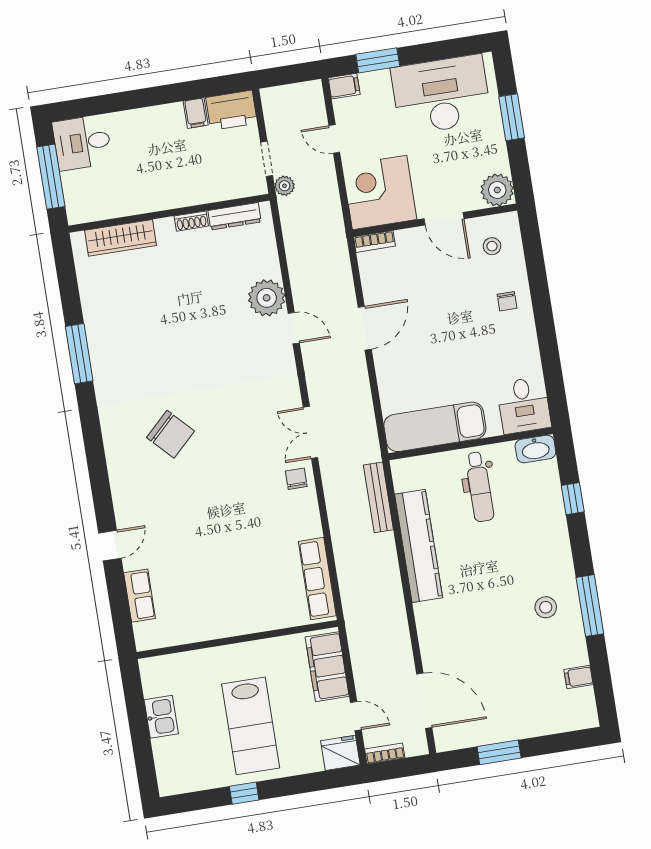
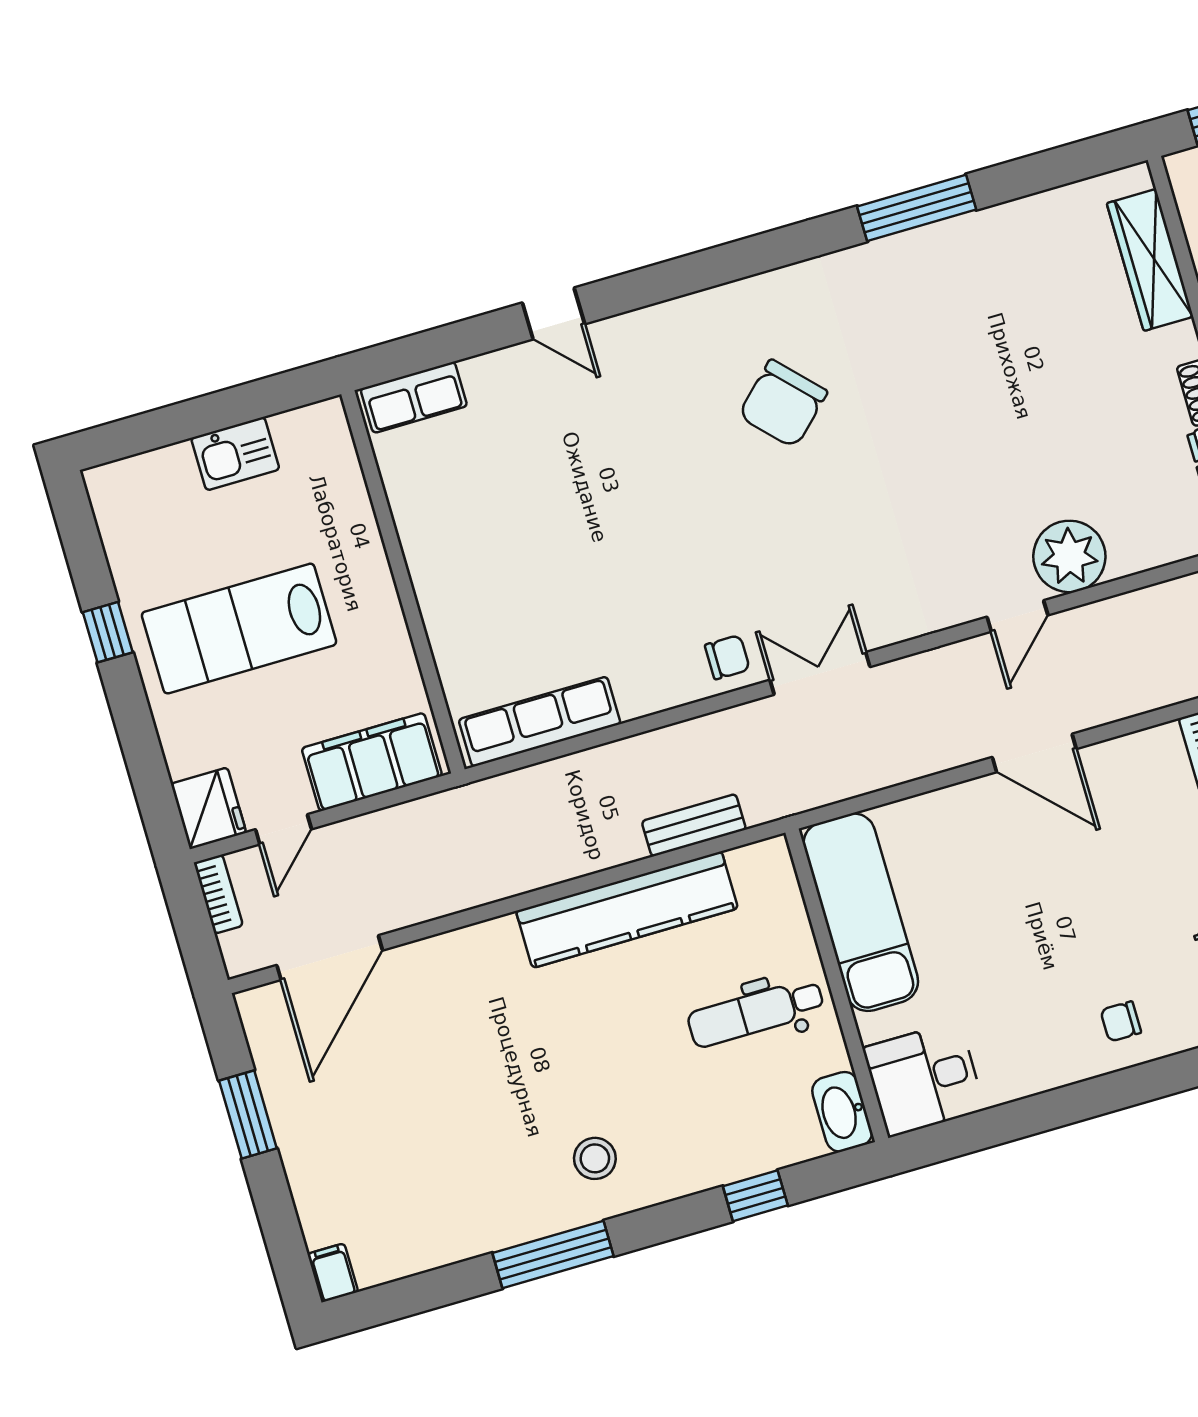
bench: (378, 497) -> (694, 825), width x0.73
row of seats: (140, 596) -> (414, 397), moved
stool: (546, 607) -> (595, 1158), moved
filing cabinet: (579, 677) -> (333, 1273), moved

